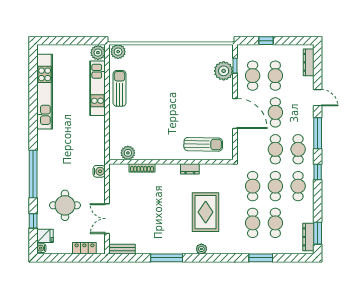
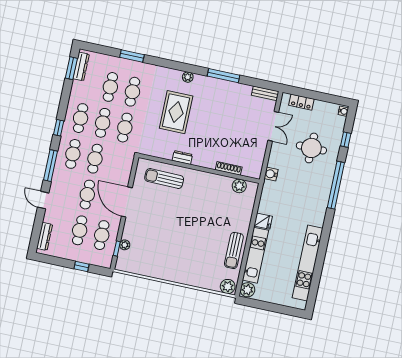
plant: (224, 71) -> (125, 245), width x0.53, depth x0.53
fridge: (45, 236) -> (263, 221), moved, turned 180

